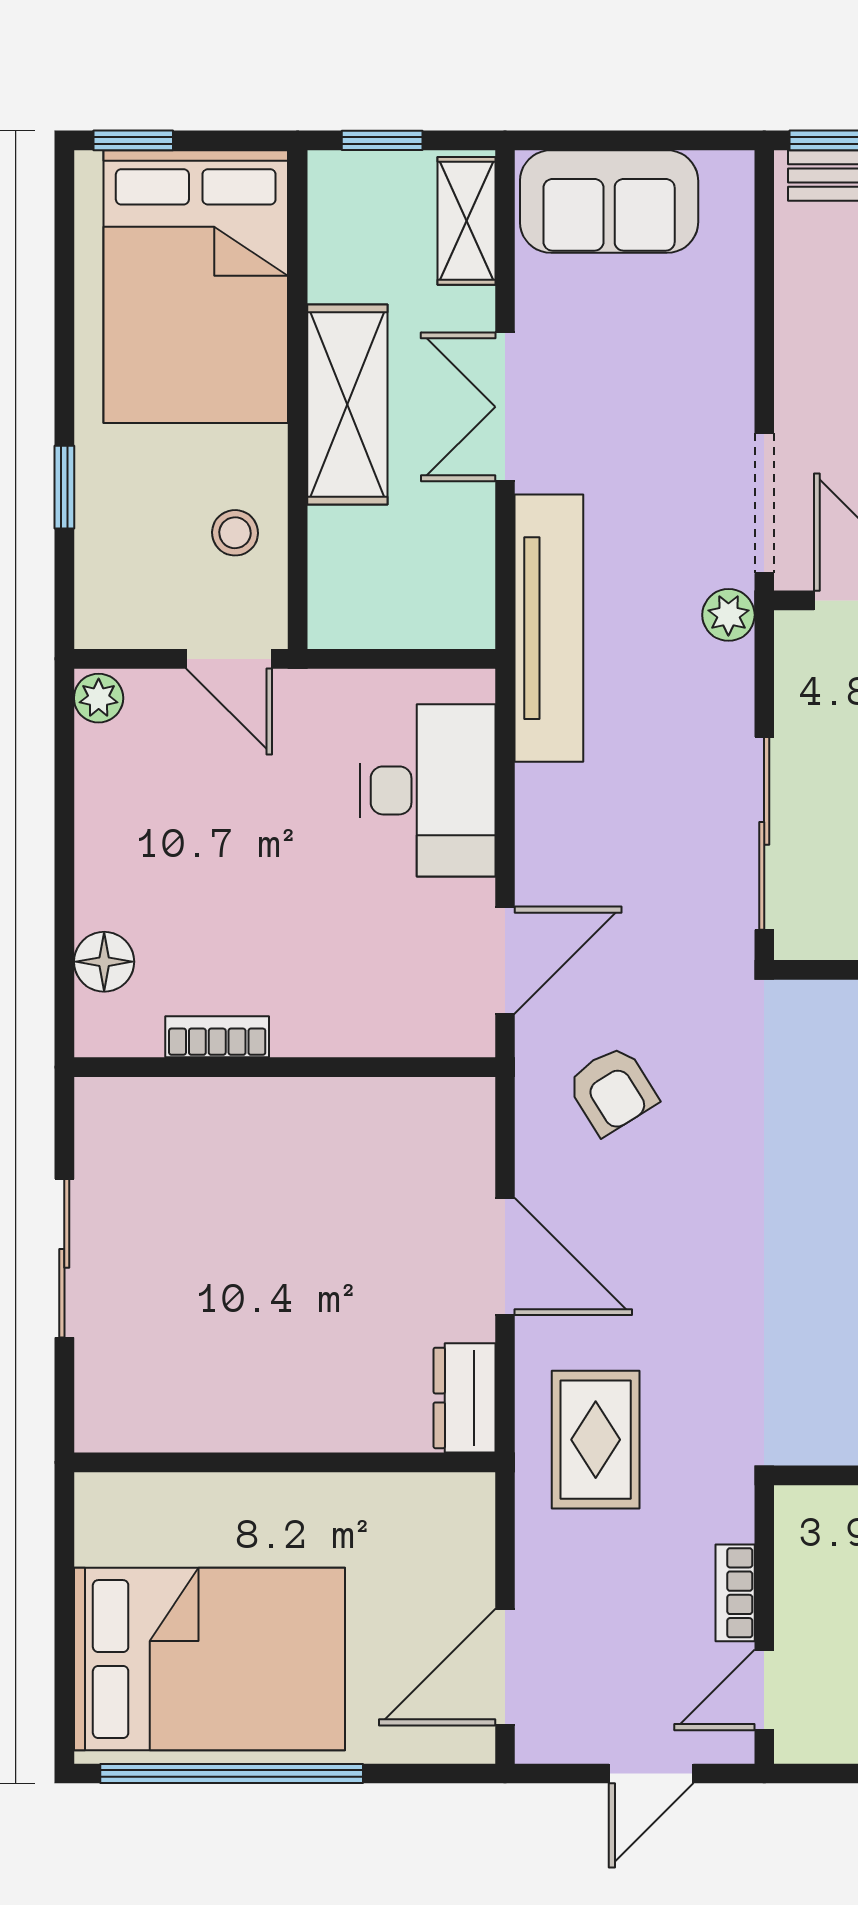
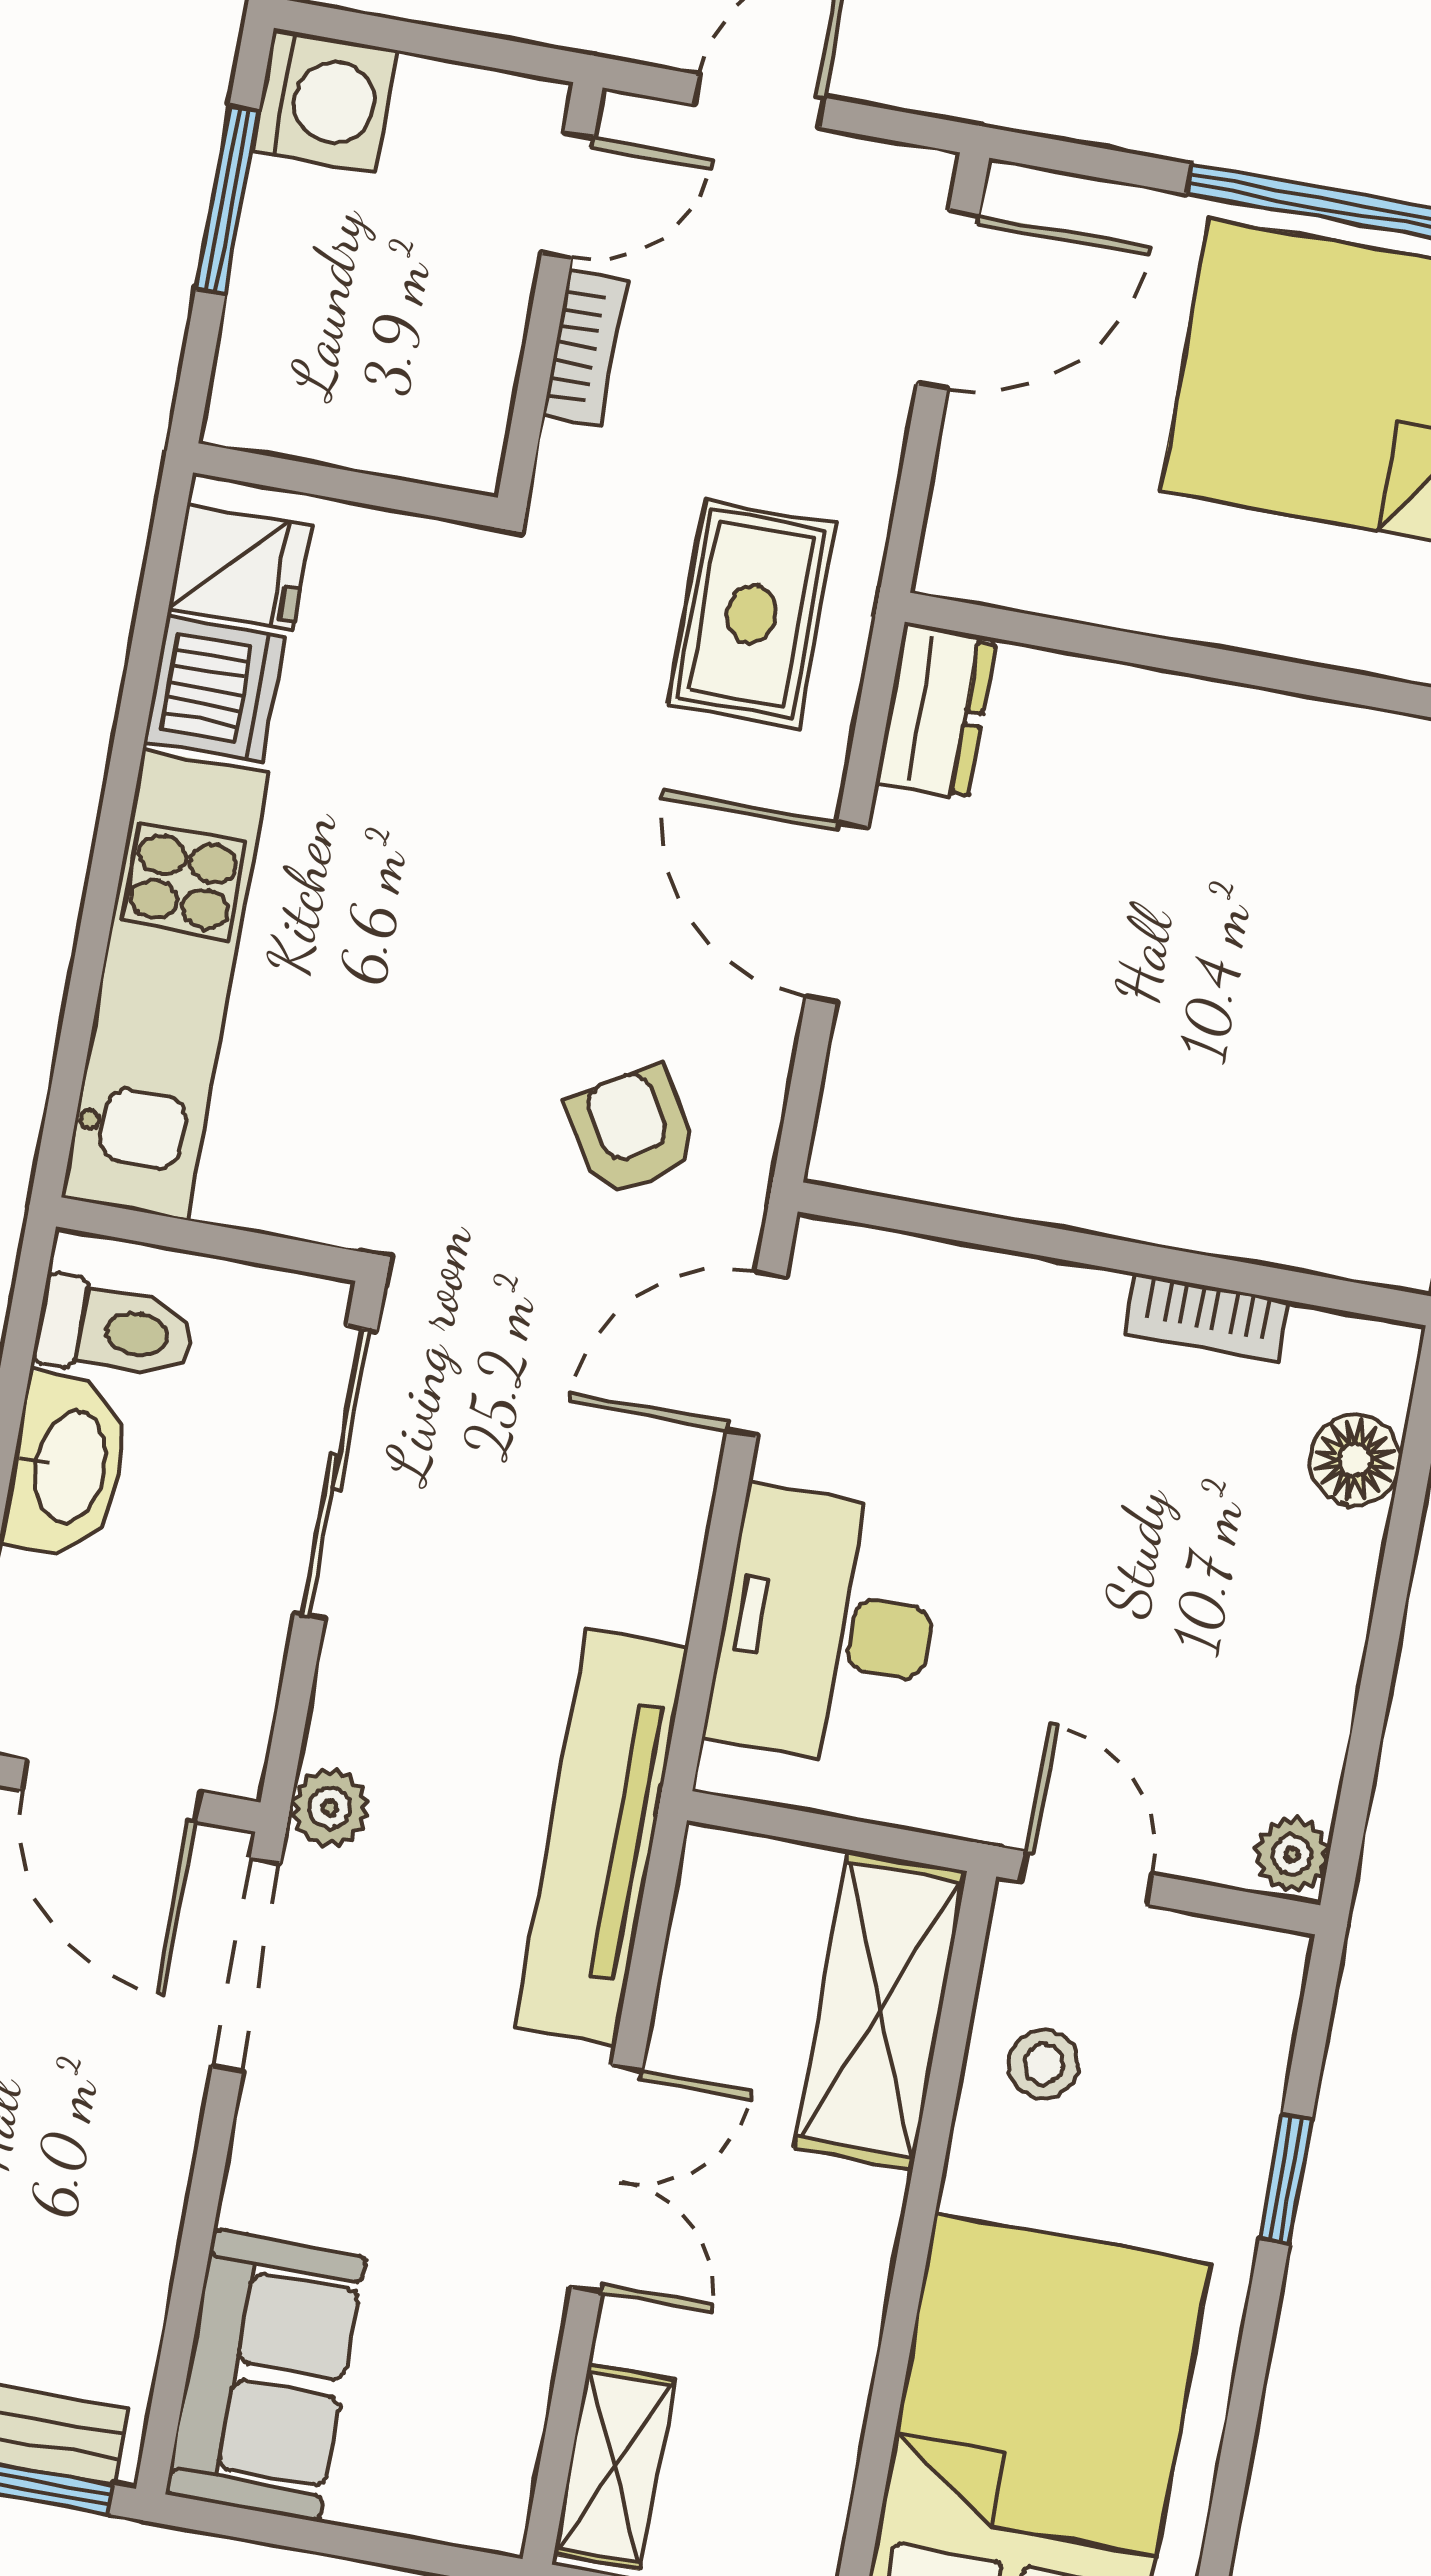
sofa: (609, 201) -> (266, 2376), moved, turned 90
shelving: (347, 405) -> (880, 2010), moved

